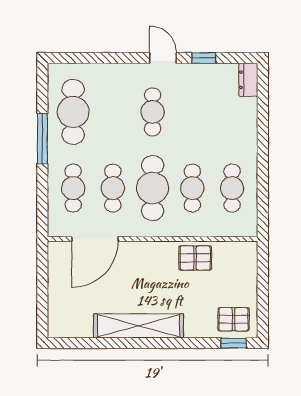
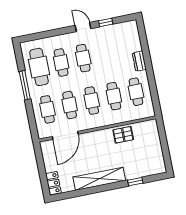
dresser: (248, 80) -> (139, 61), moved
cafe table: (113, 112) -> (61, 63), added
cafe table: (153, 188) -> (92, 101), width x0.73, depth x0.74
locker: (58, 318) -> (53, 183), added
pallet: (234, 319) -> (151, 165), removed
window: (233, 343) -> (135, 182), moved

